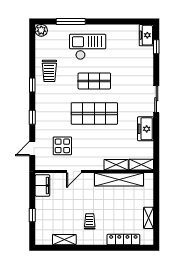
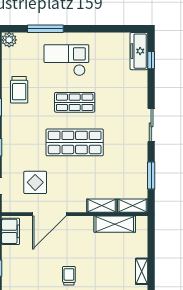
freezer: (146, 35) -> (139, 51), width x1.40
freezer: (146, 129) -> (138, 161), removed
window: (156, 140) -> (151, 176), added
door: (74, 171) -> (49, 214), width x1.88
shelving: (119, 180) -> (115, 224), width x0.68

